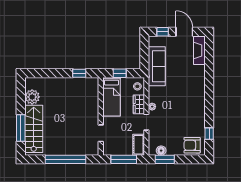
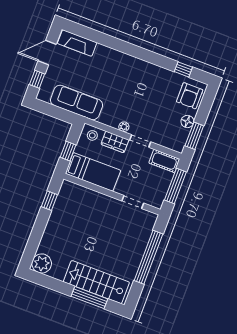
plant: (32, 97) -> (42, 263), moved
floor lamp: (161, 151) -> (187, 122), moved

